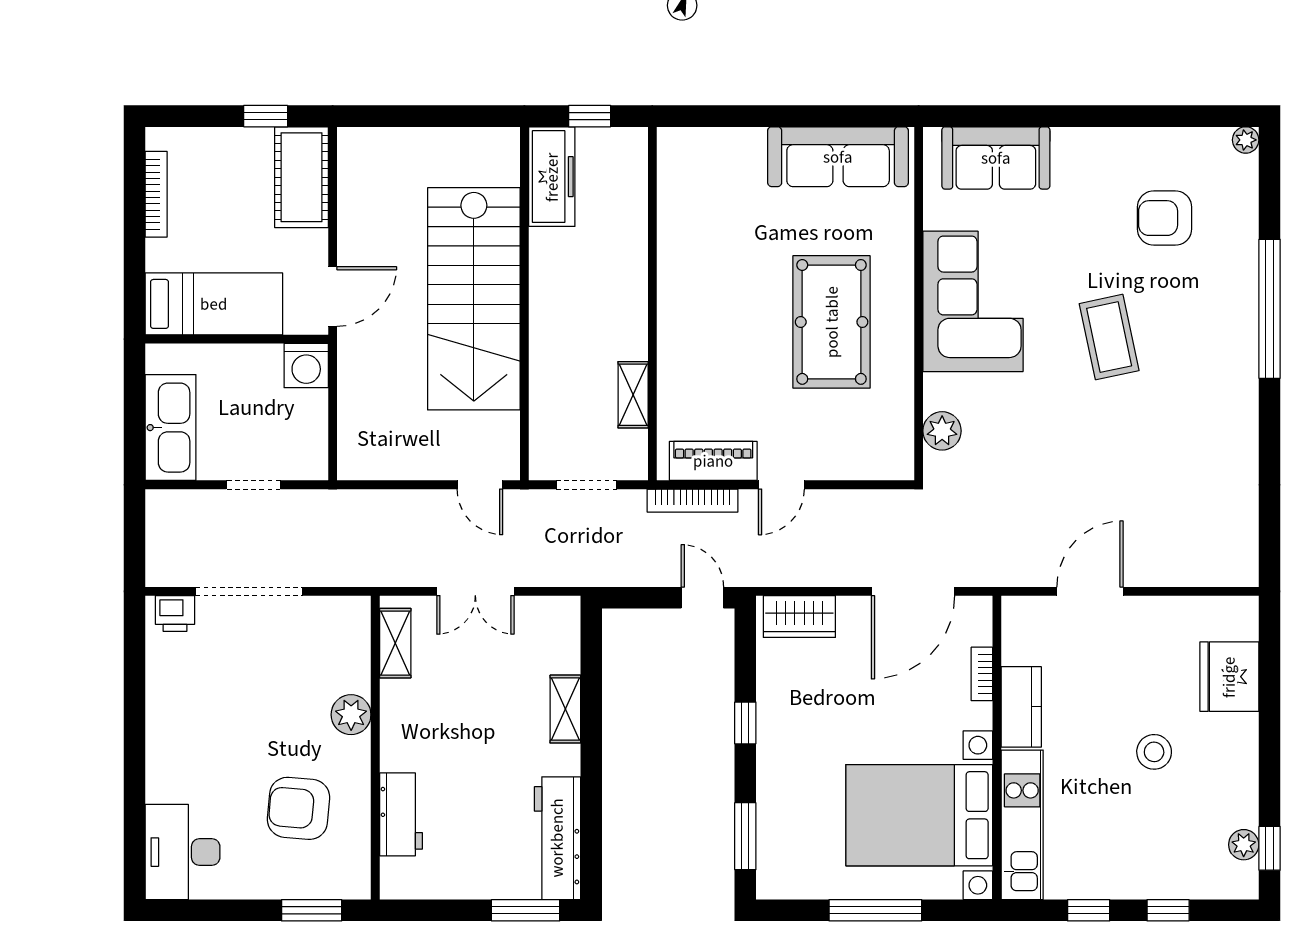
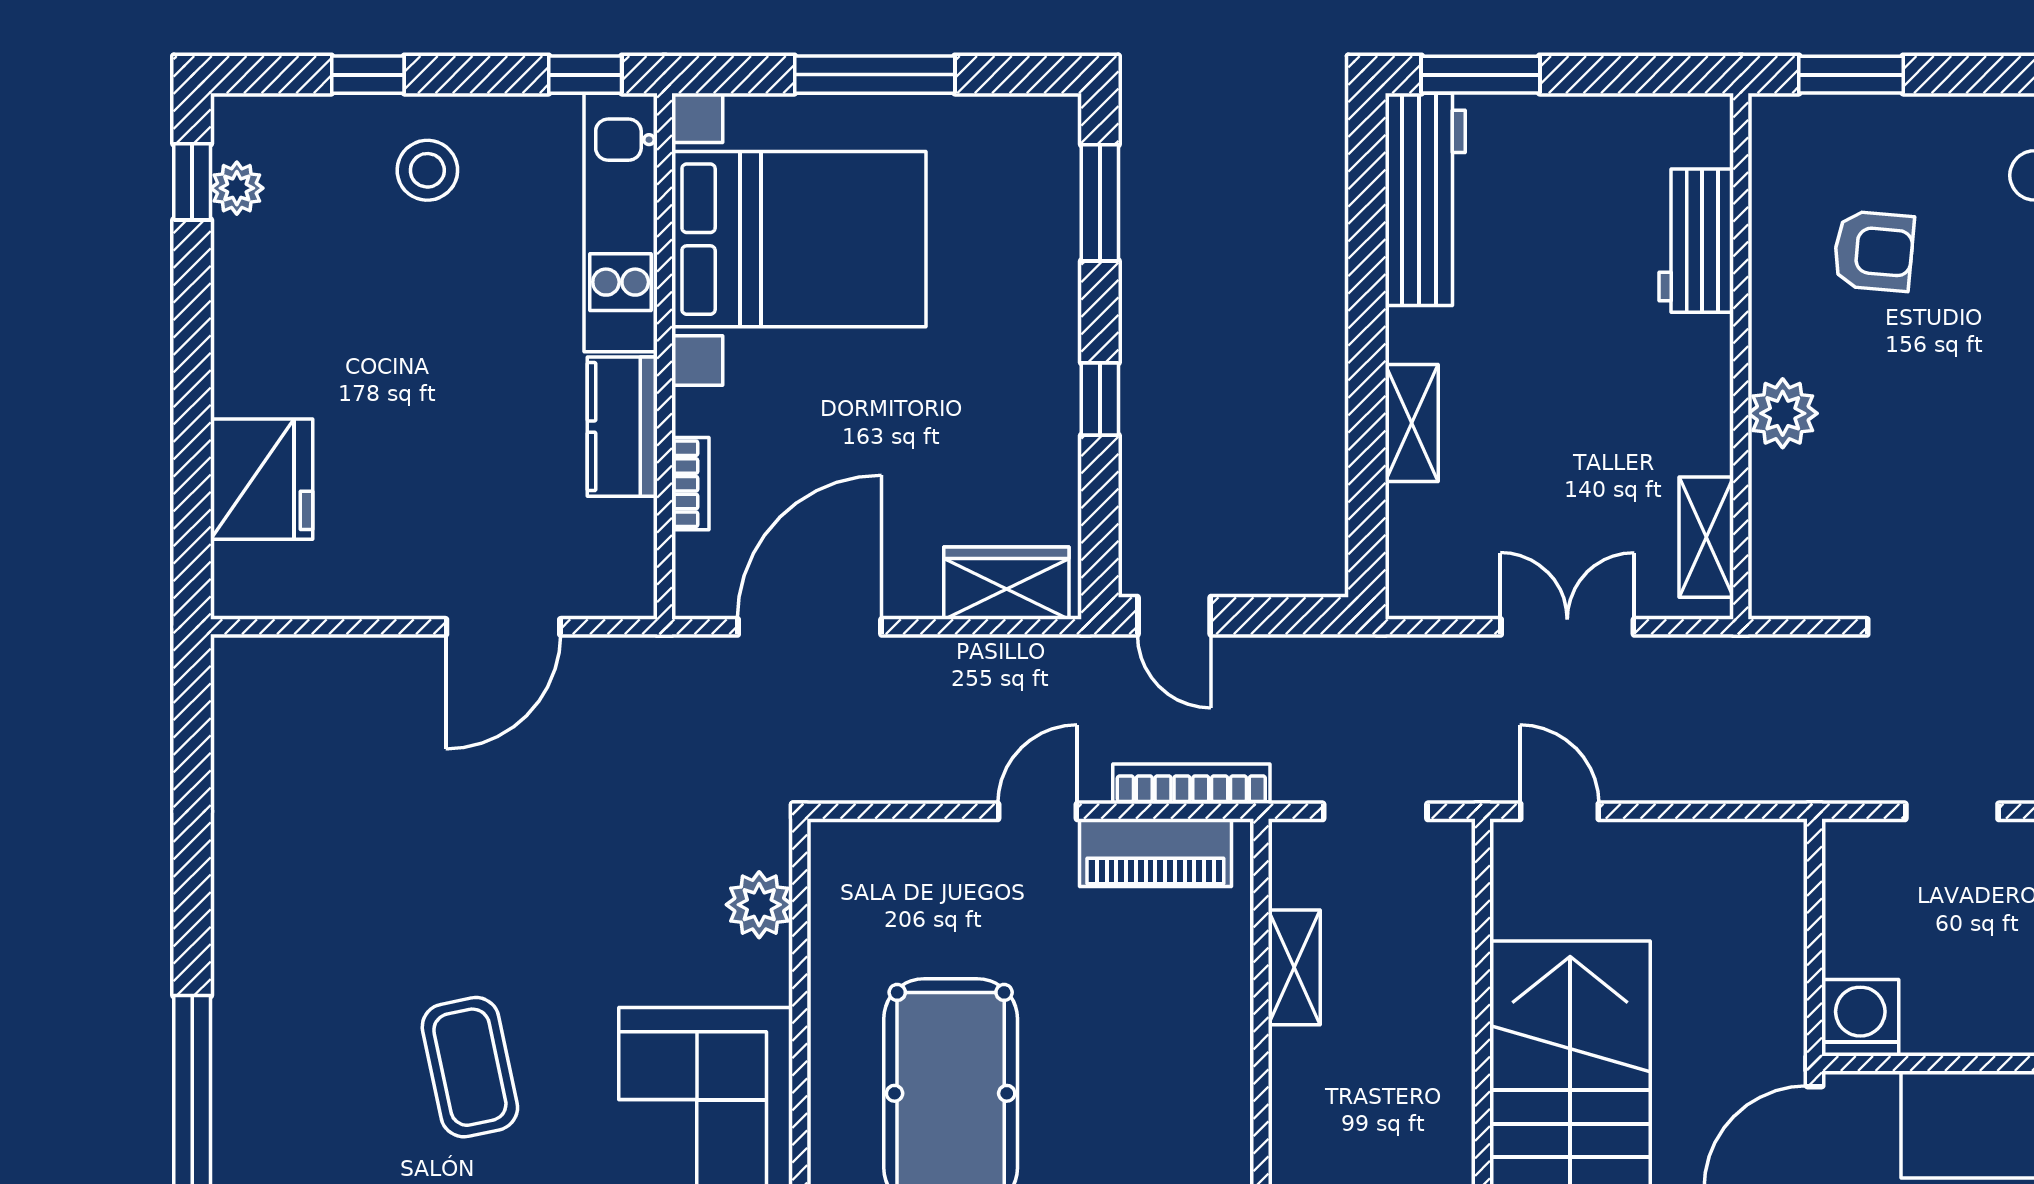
stool: (1154, 752) -> (427, 170), moved
armchair: (299, 808) -> (1874, 251), width x0.72, depth x0.72
window: (1089, 910) -> (585, 75), moved

